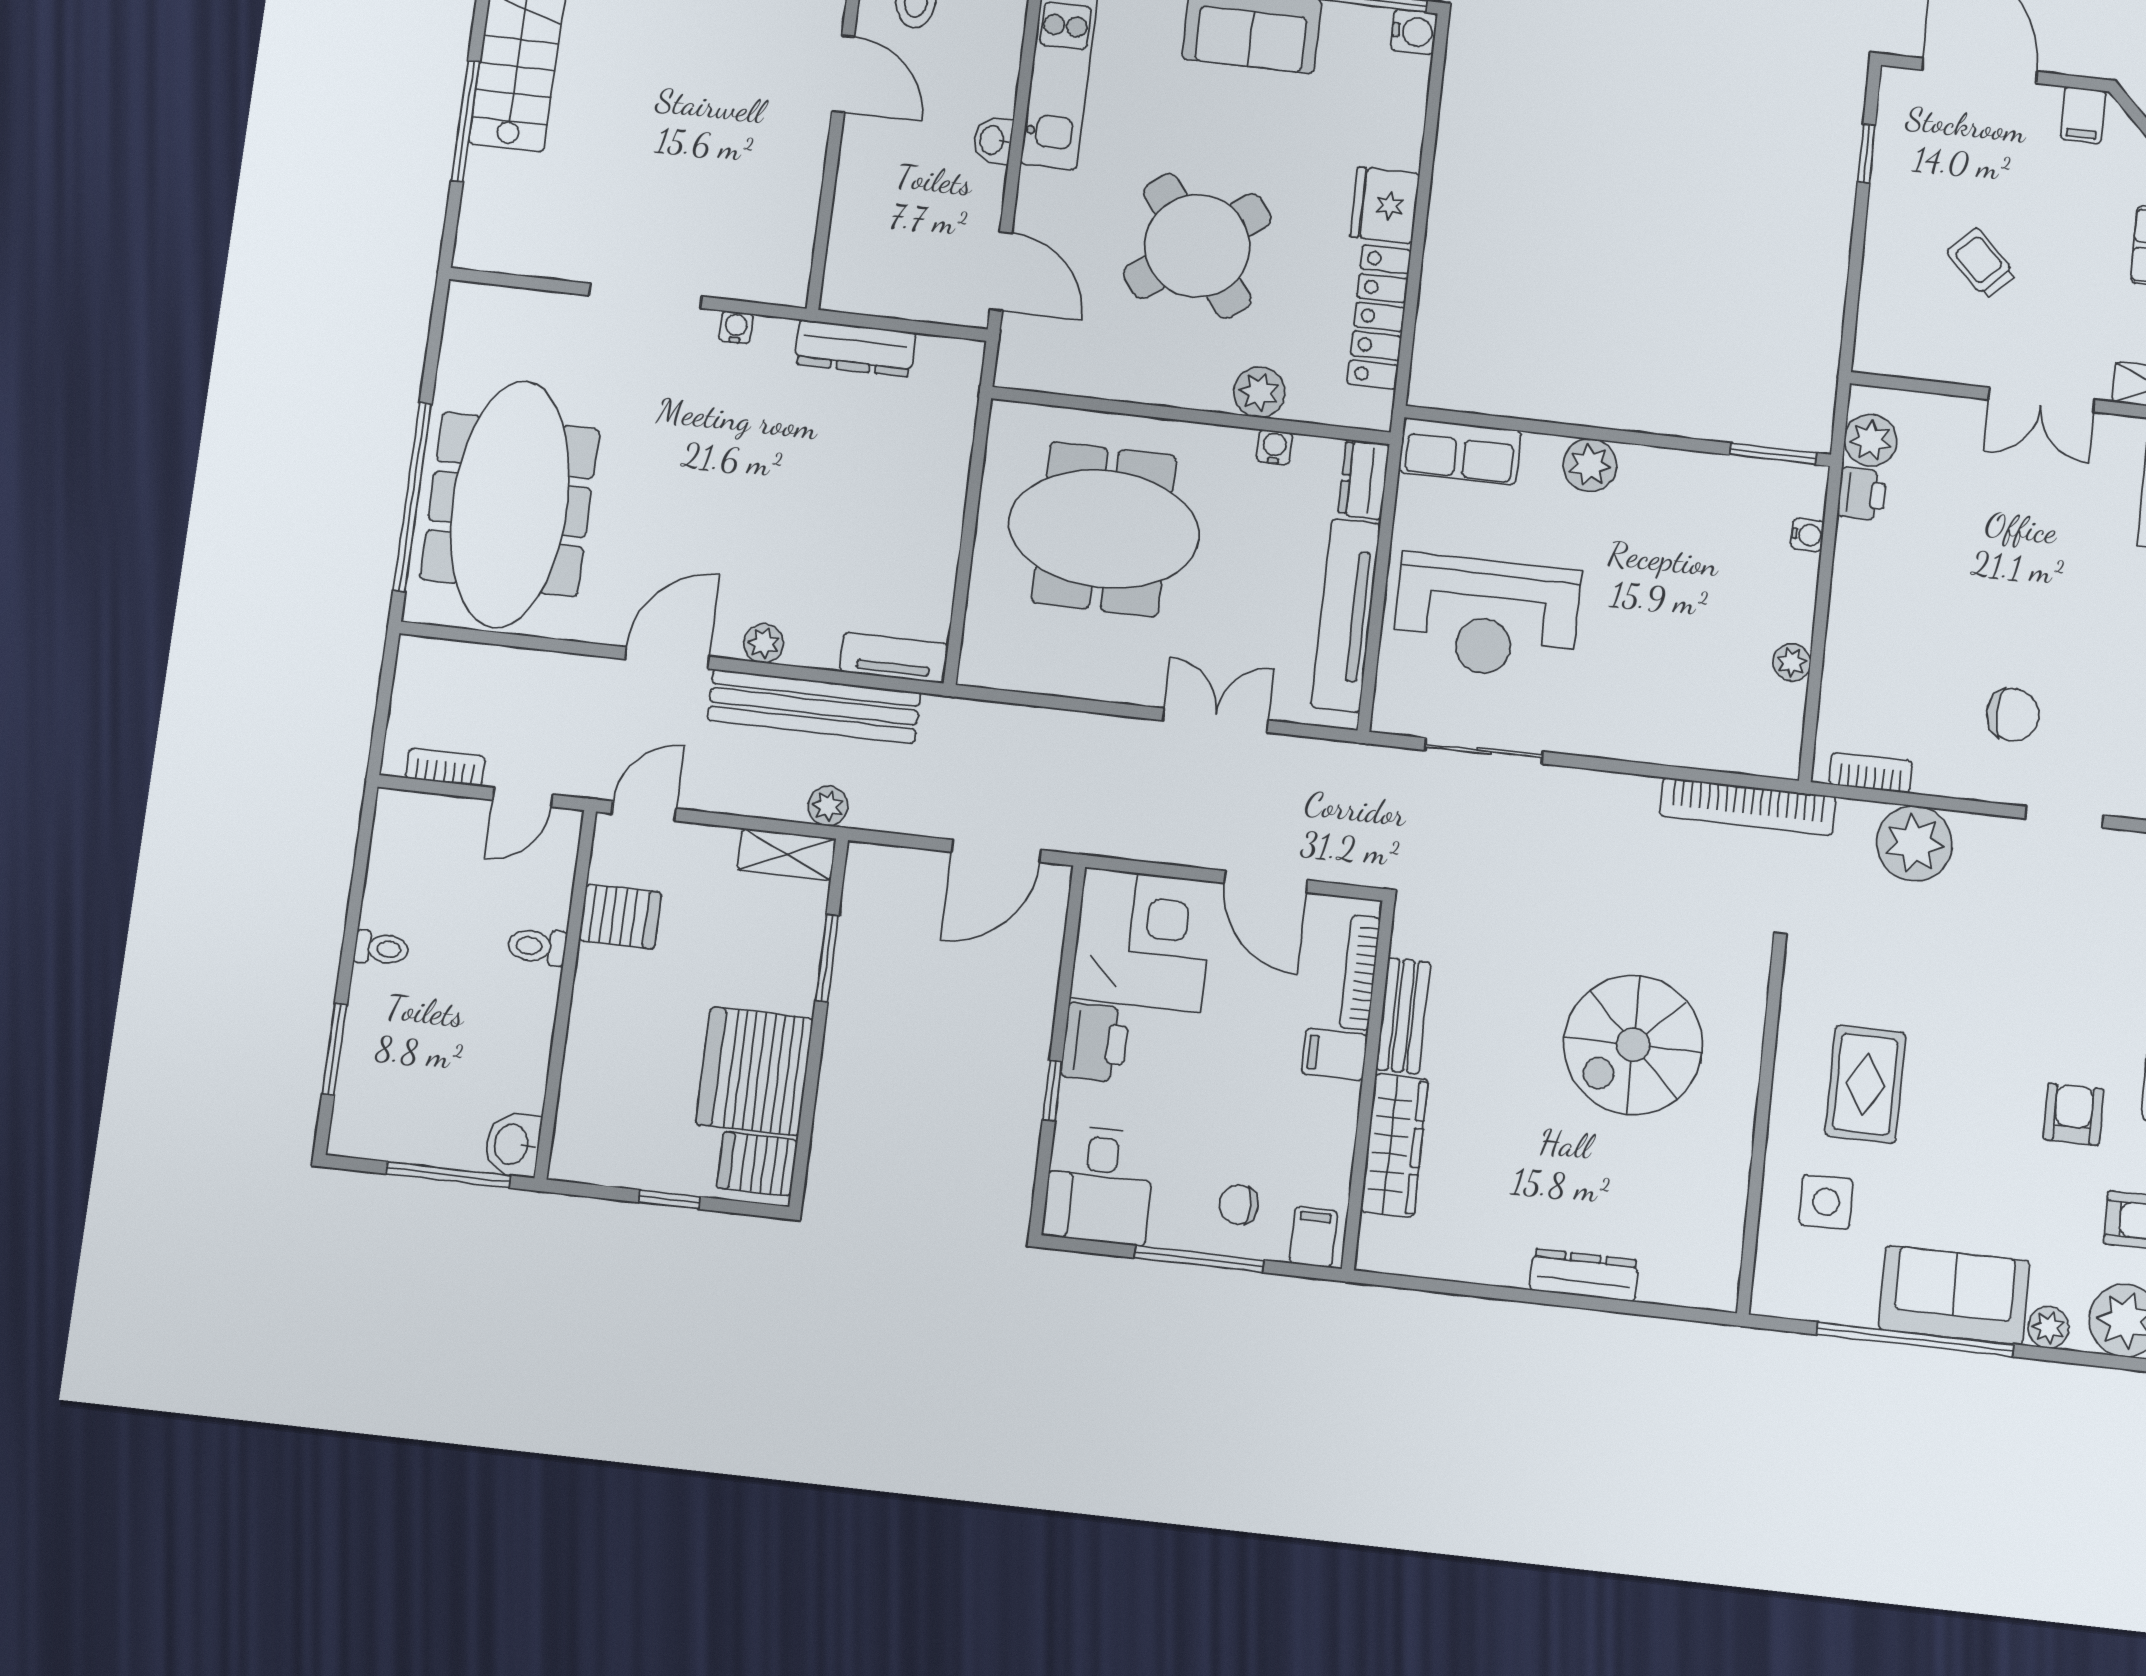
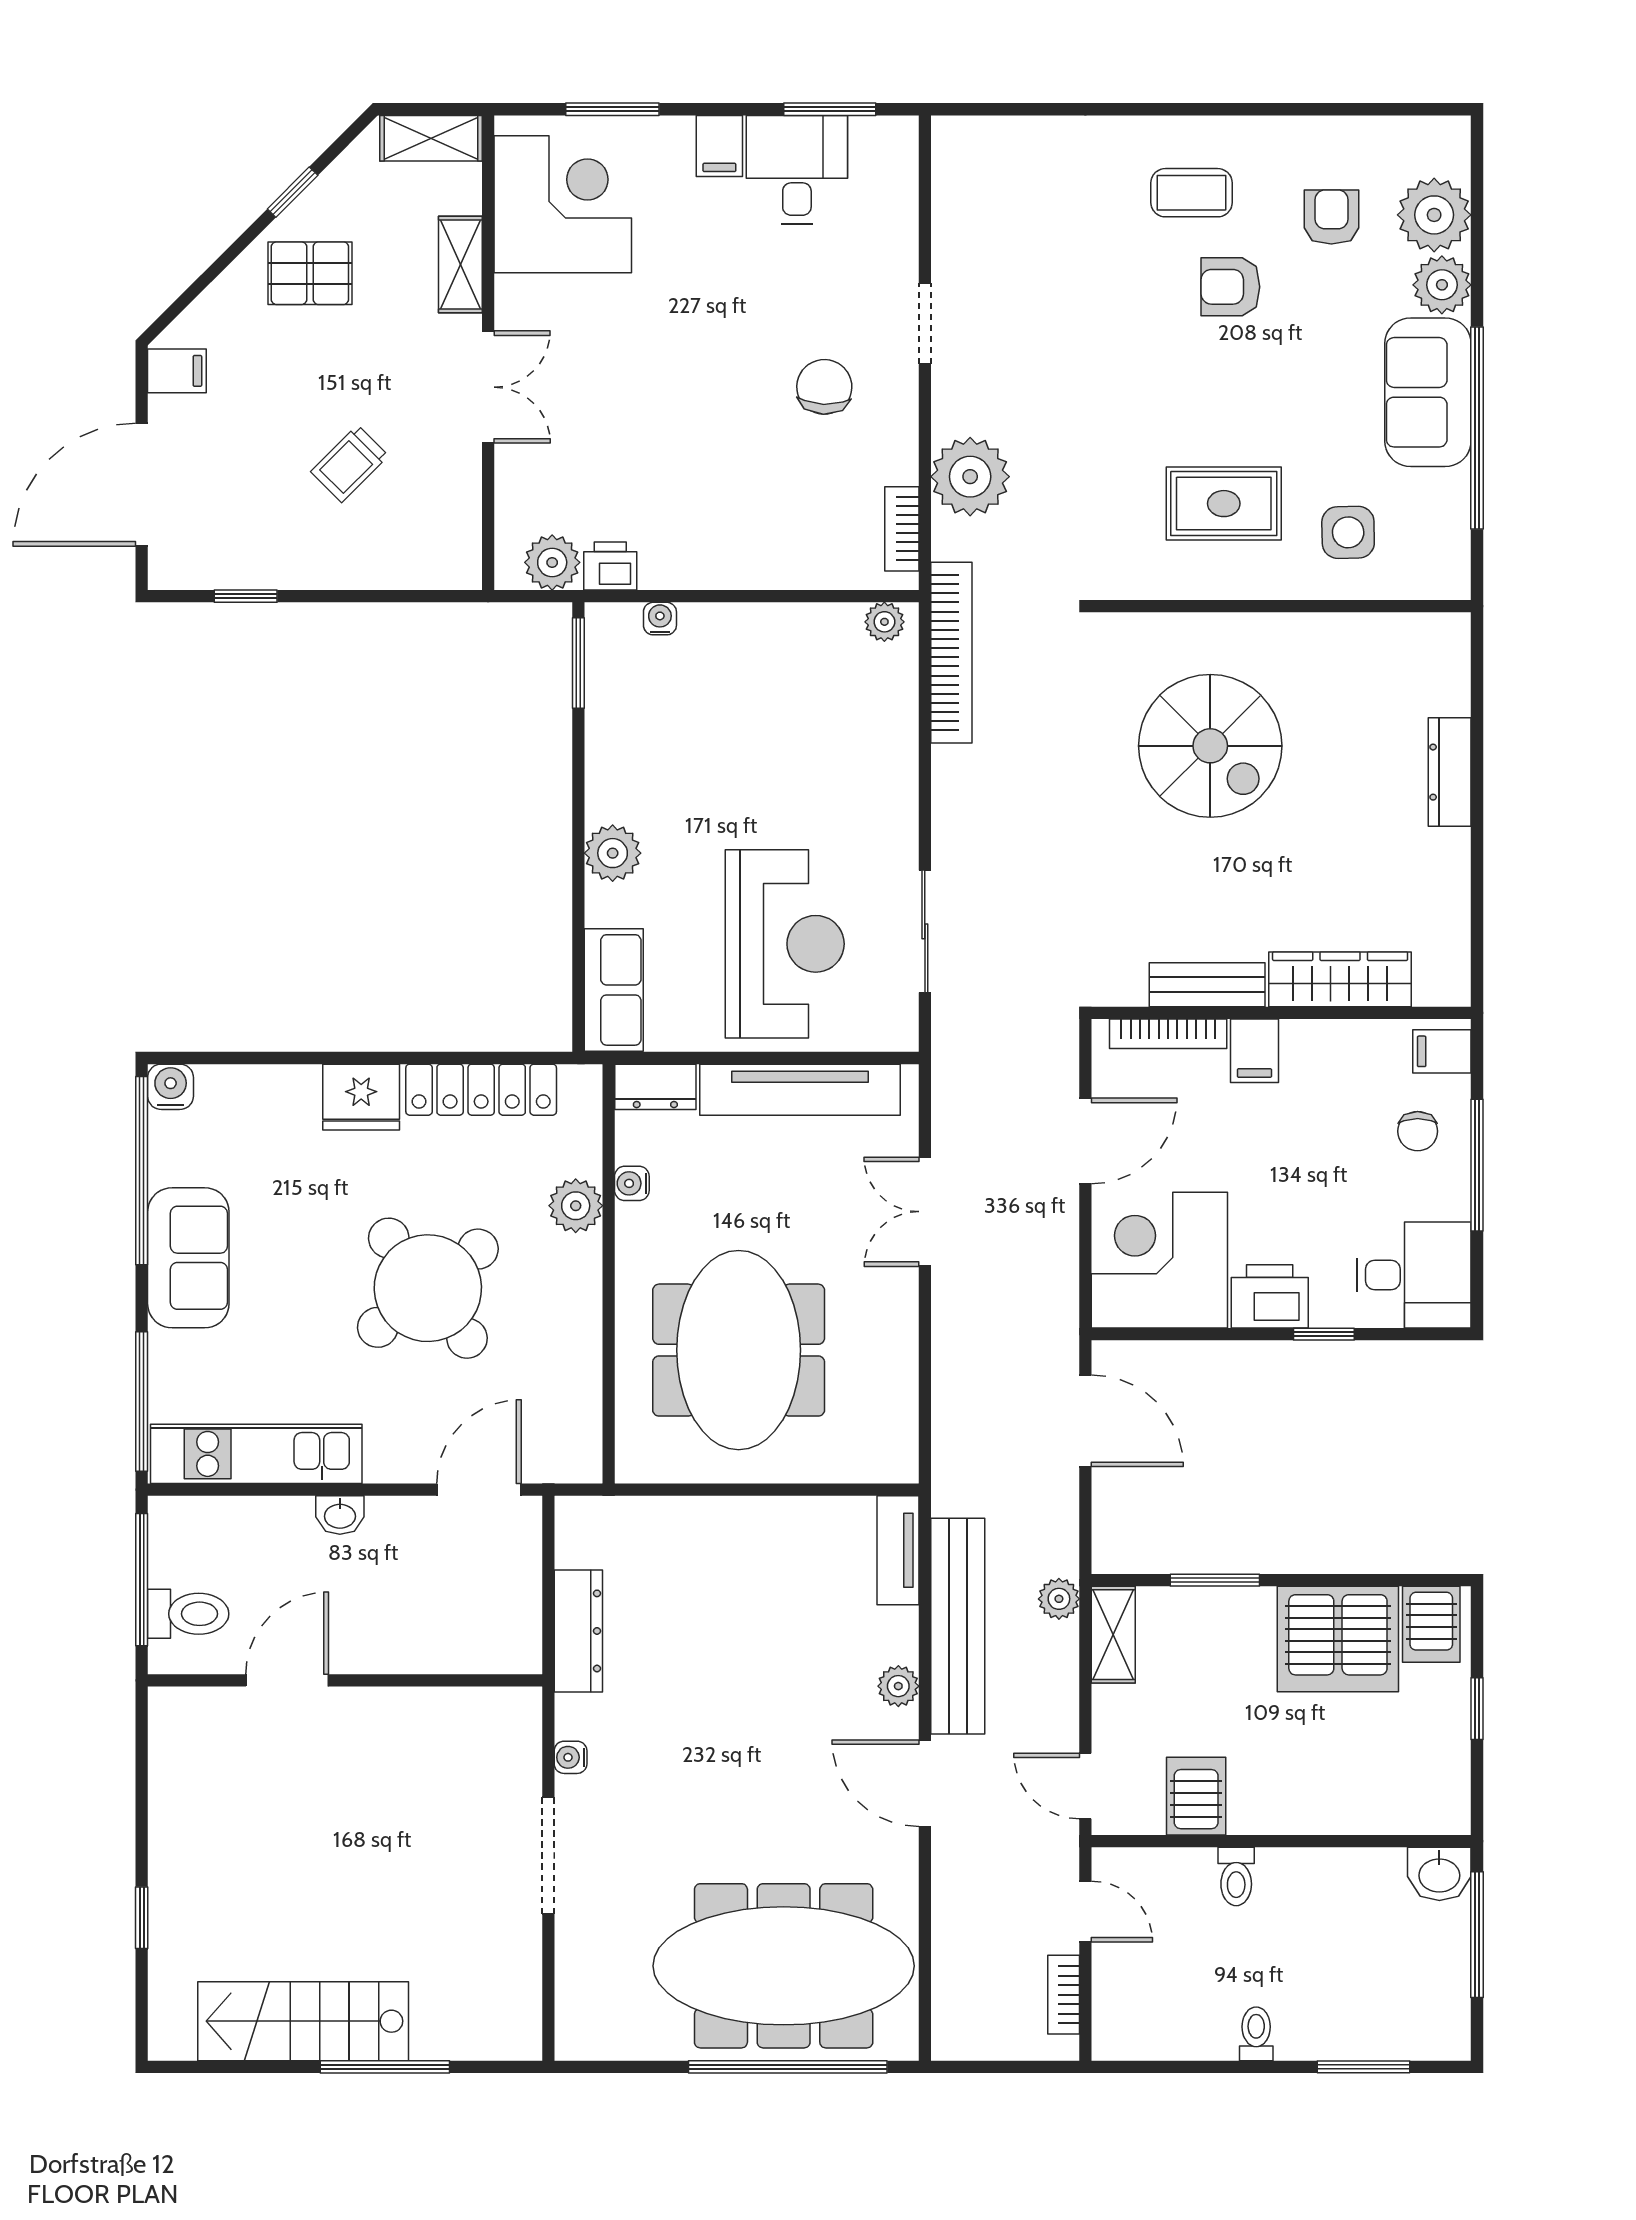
plant: (1792, 662) -> (884, 622), moved
plant: (2049, 1327) -> (1442, 285), width x1.38, depth x1.38

